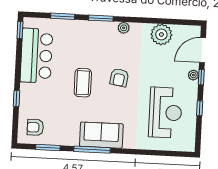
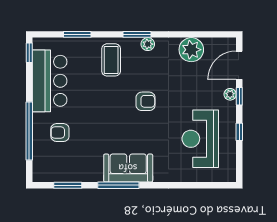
window: (101, 18) -> (137, 34), moved
armchair: (119, 78) -> (146, 101), turned -99
coffee table: (83, 83) -> (111, 60), moved
window: (17, 99) -> (29, 131), width x3.17
reception desk: (165, 113) -> (200, 139), turned 180
armchair: (35, 127) -> (60, 133), moved

